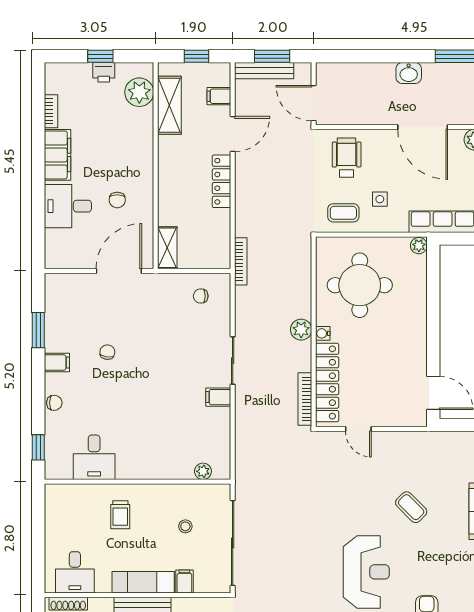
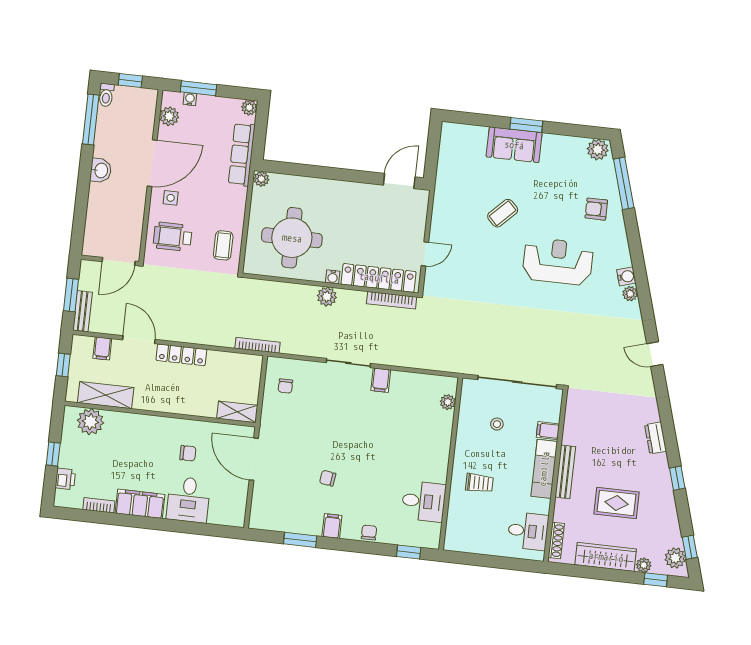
bench: (264, 71) -> (83, 311), width x0.73
printer: (104, 72) -> (65, 479), moved
side table: (380, 199) -> (171, 198), moved

